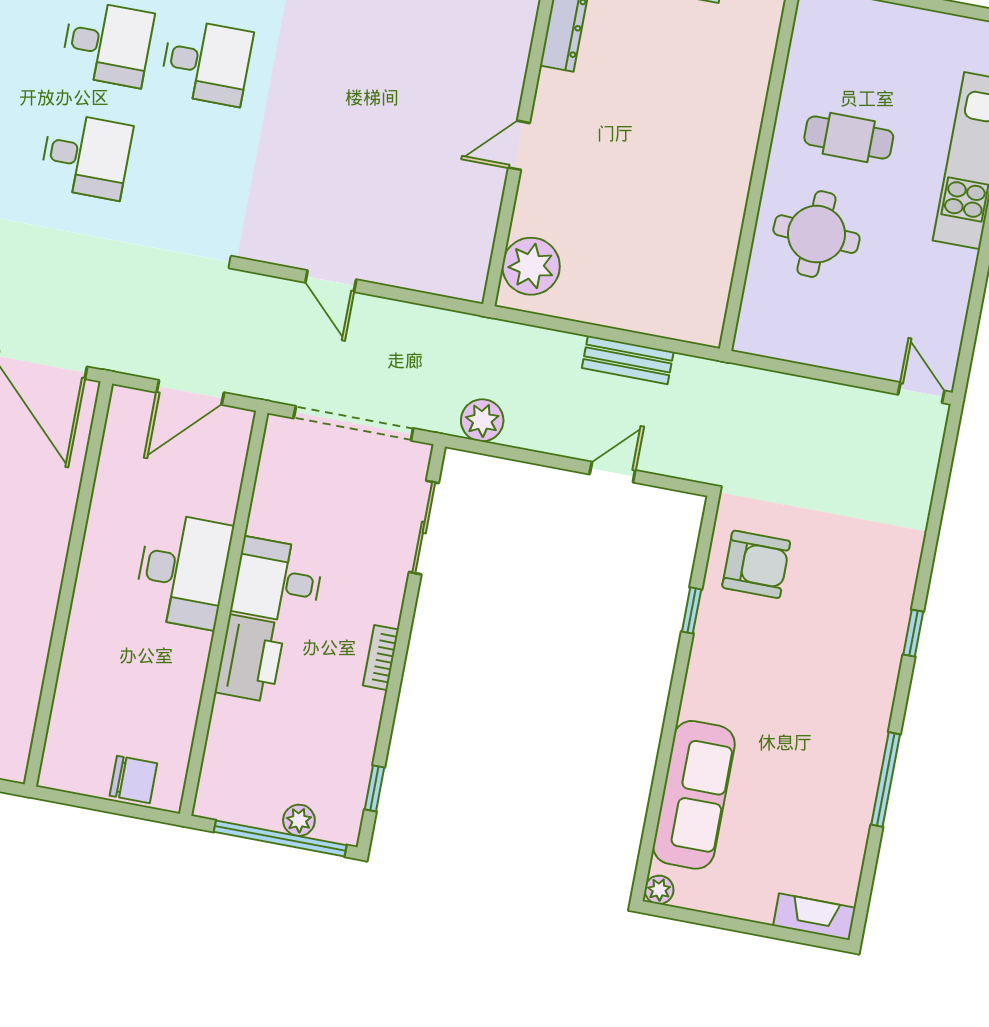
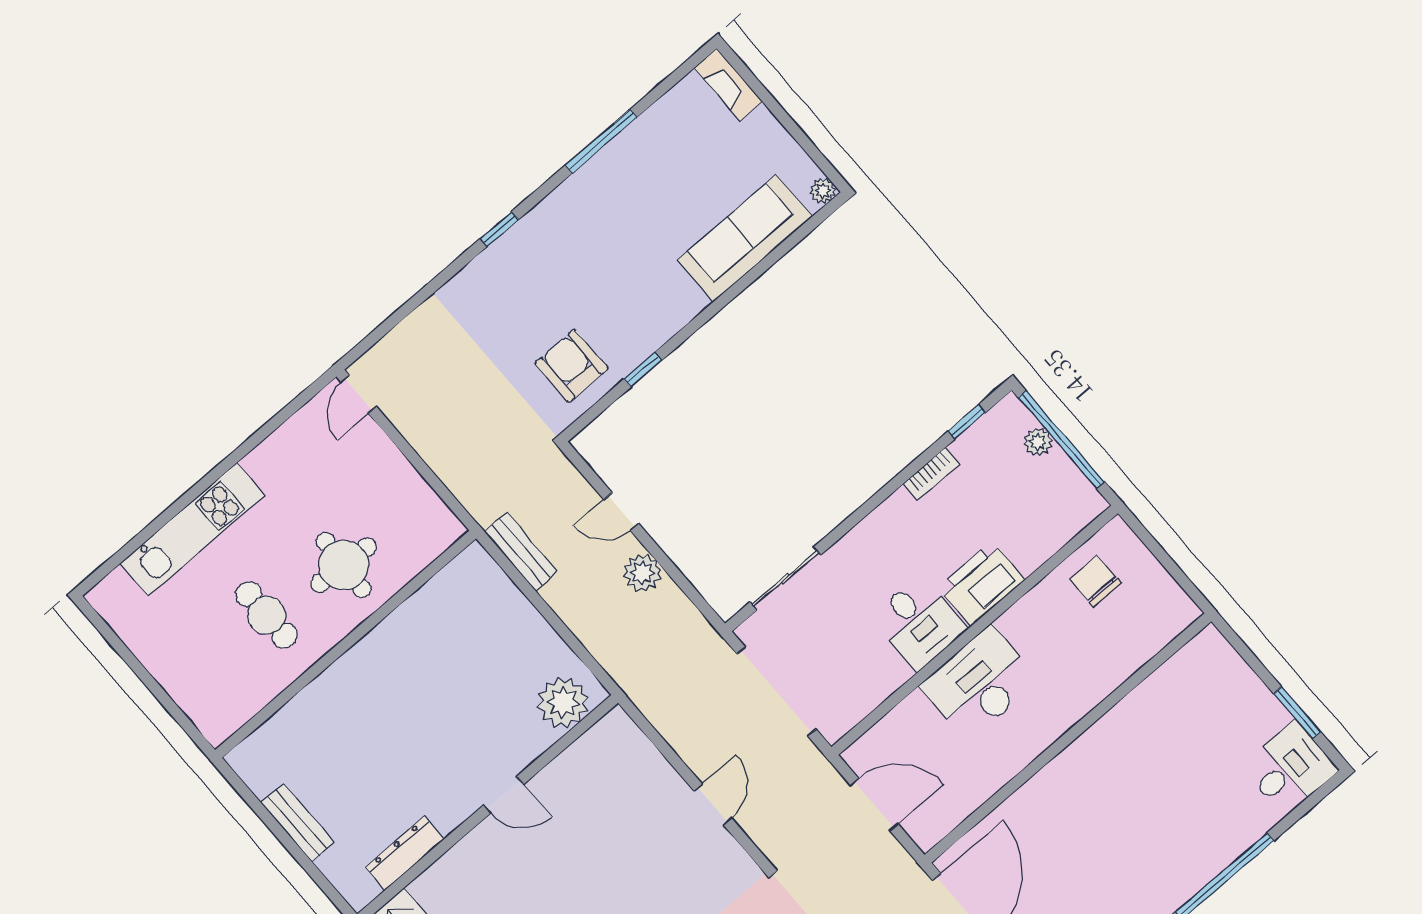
bench: (628, 360) -> (521, 551), moved
plant: (482, 420) -> (642, 573), moved
bookcase: (381, 658) -> (932, 474), moved
chair: (133, 779) -> (1095, 581), moved

